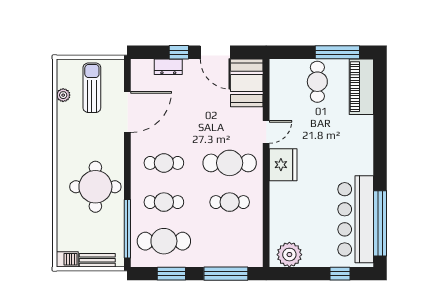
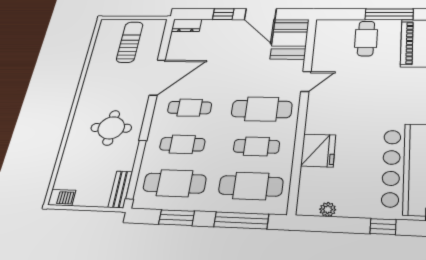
dresser: (168, 67) -> (186, 25), moved
plant: (63, 95) -> (100, 48), removed
door: (127, 112) -> (157, 77), moved
fridge: (283, 165) -> (318, 150), moved
round table: (95, 187) -> (111, 128), width x0.73, depth x0.73
cafe table: (230, 241) -> (251, 186), added
plant: (289, 255) -> (328, 209), width x0.53, depth x0.53
bench: (97, 260) -> (120, 189), moved, turned 90

